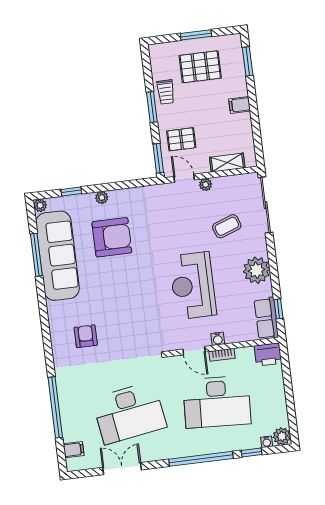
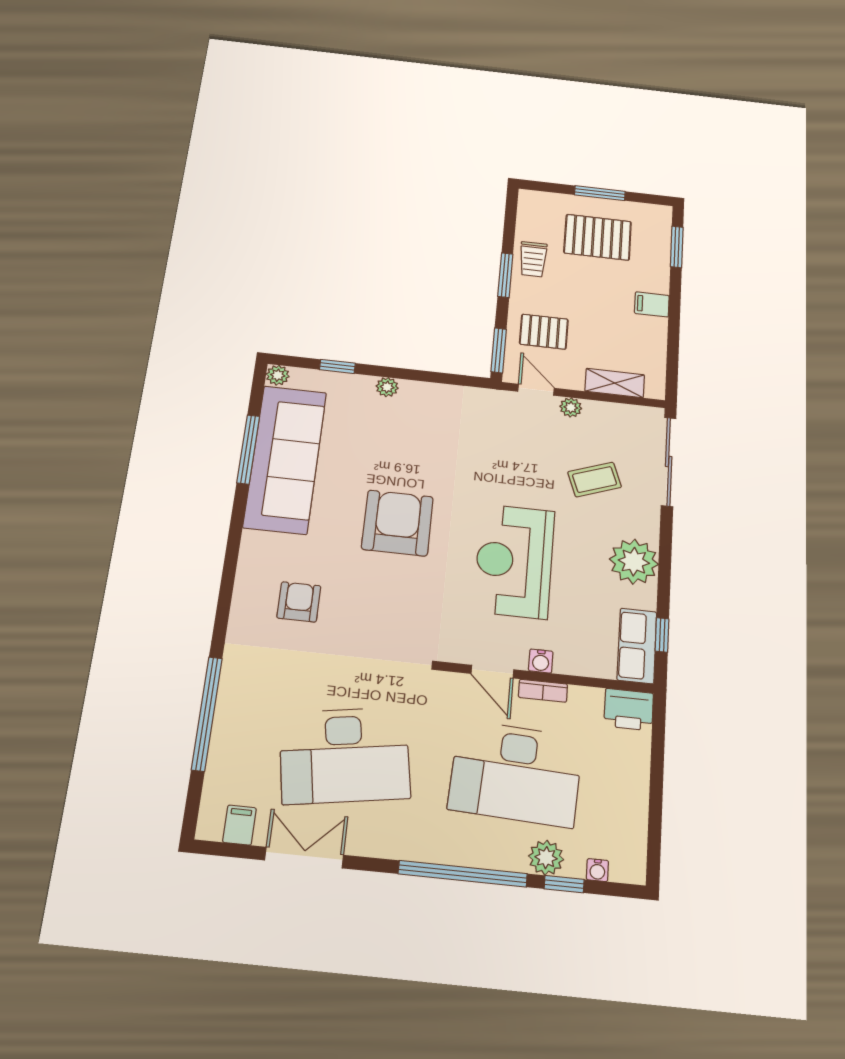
armchair: (112, 237) -> (397, 523), moved, turned -90
plant: (282, 436) -> (546, 858), moved
filing cabinet: (74, 450) -> (239, 825), moved, turned -90

